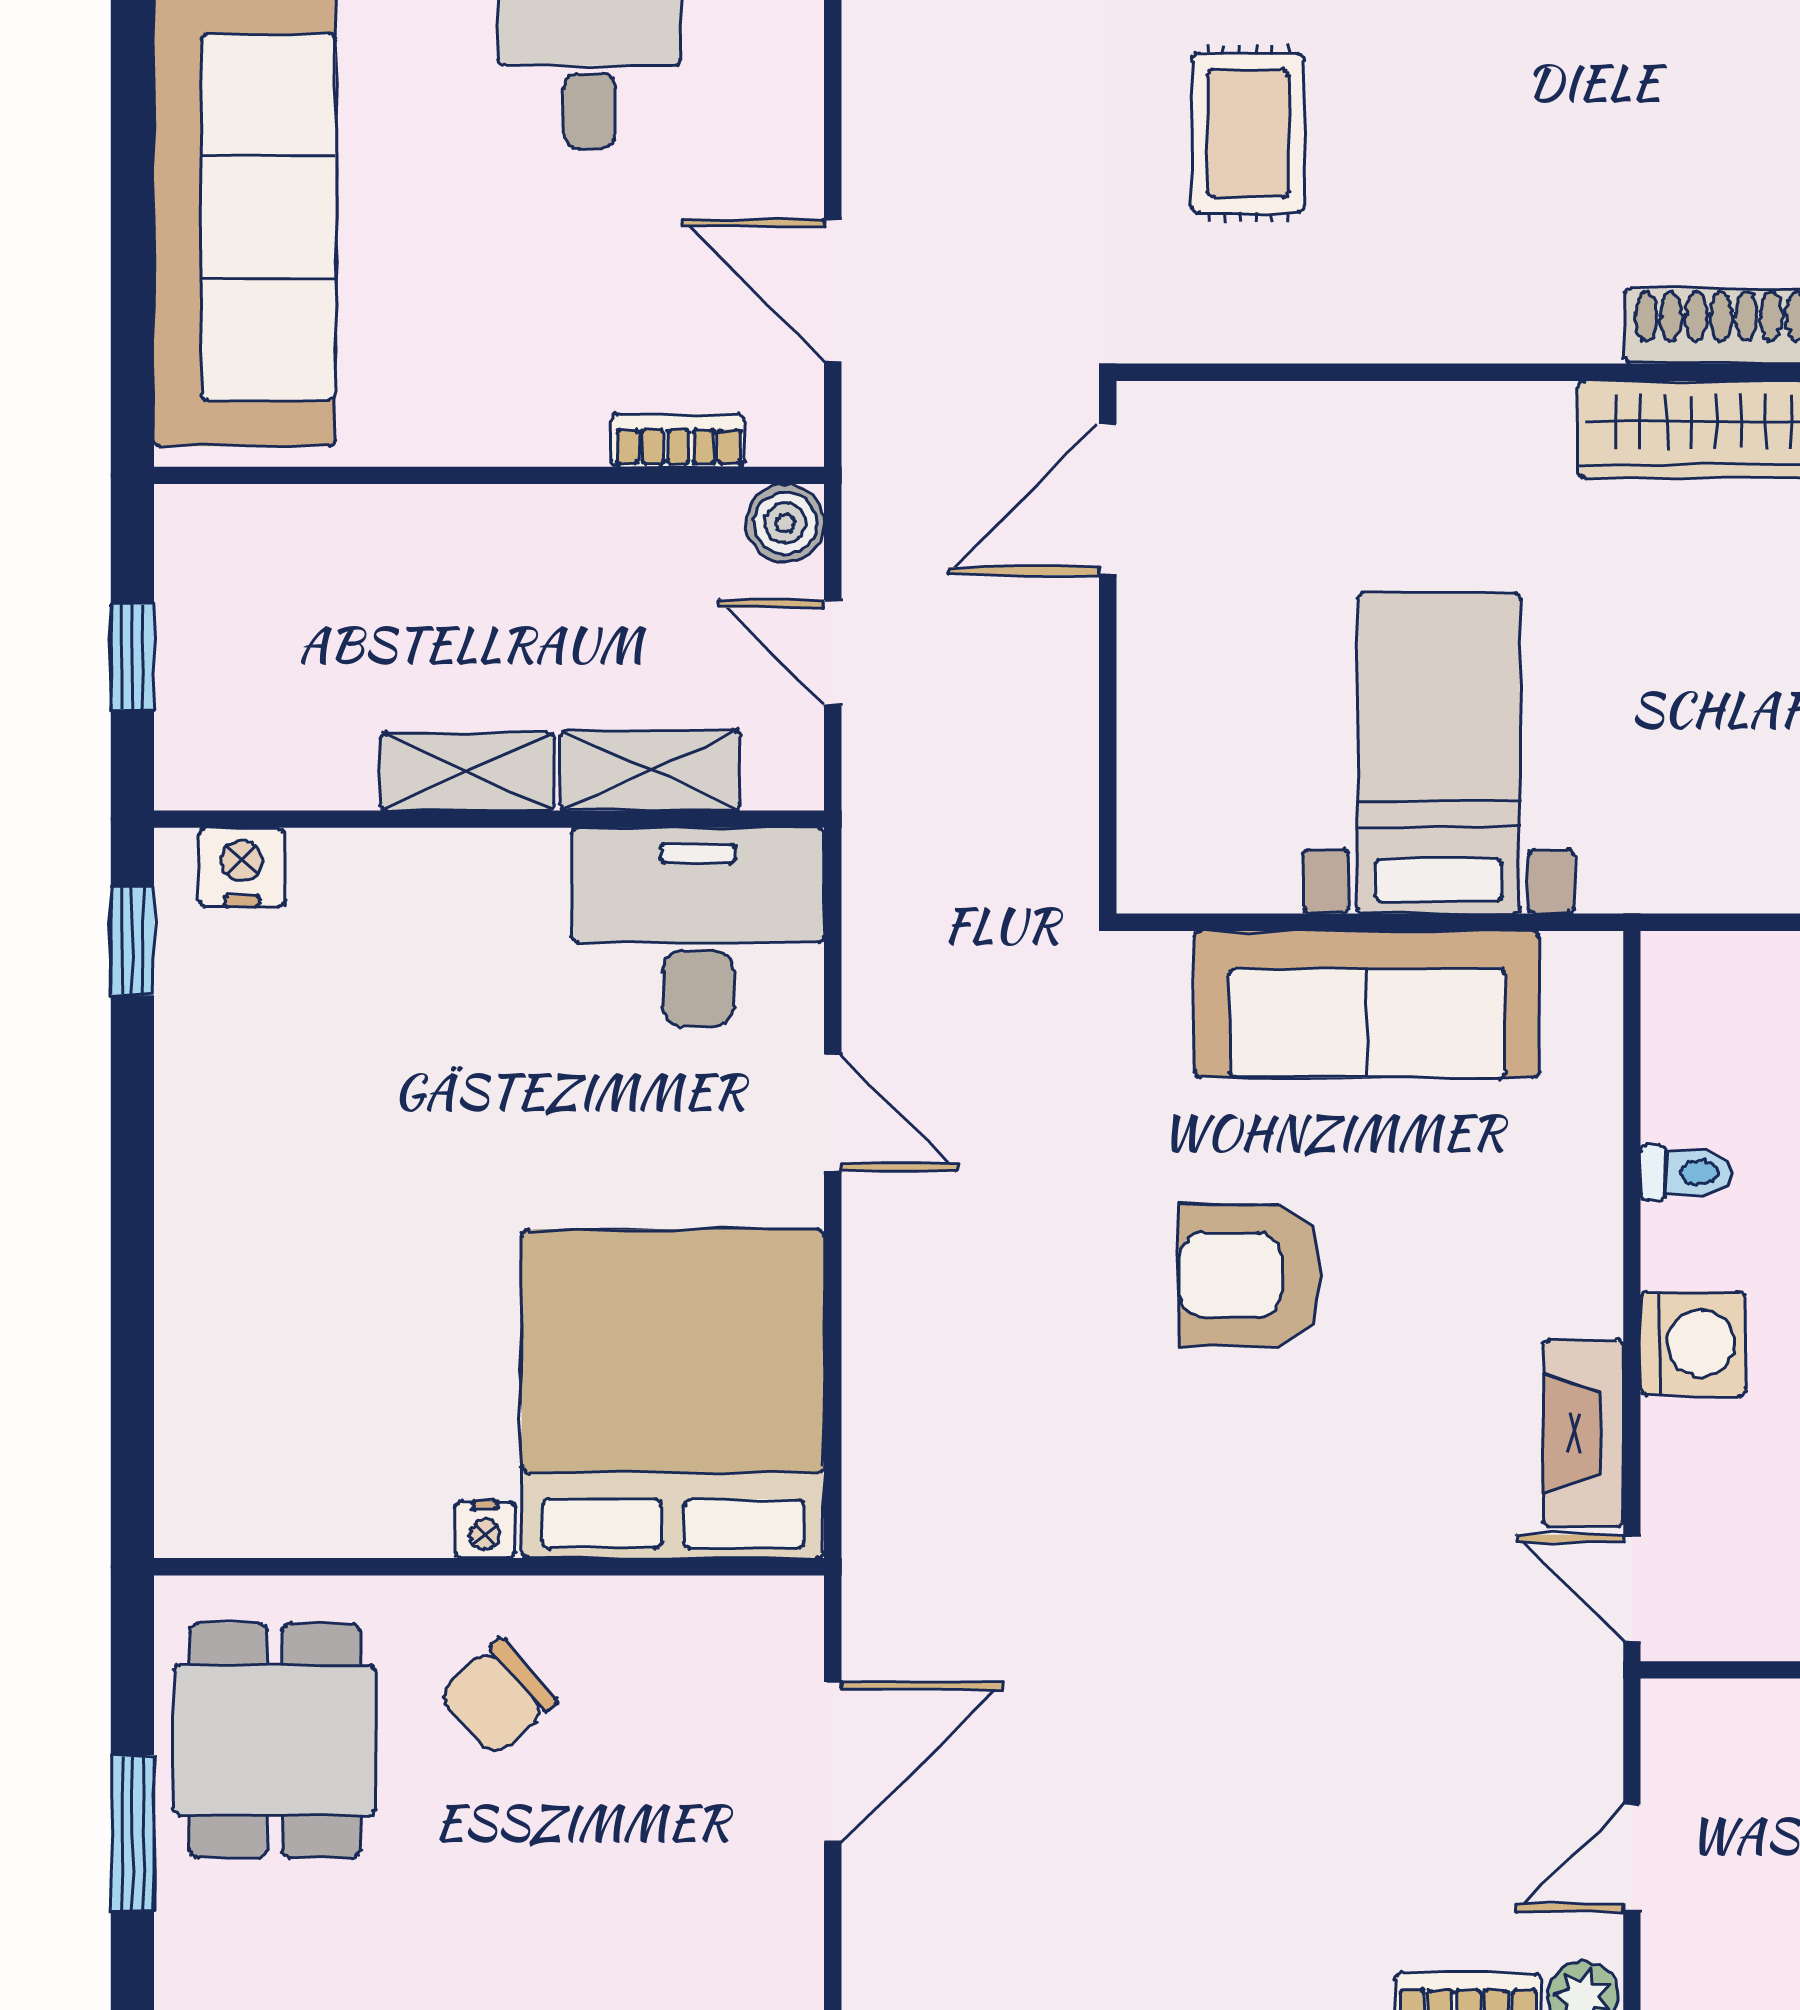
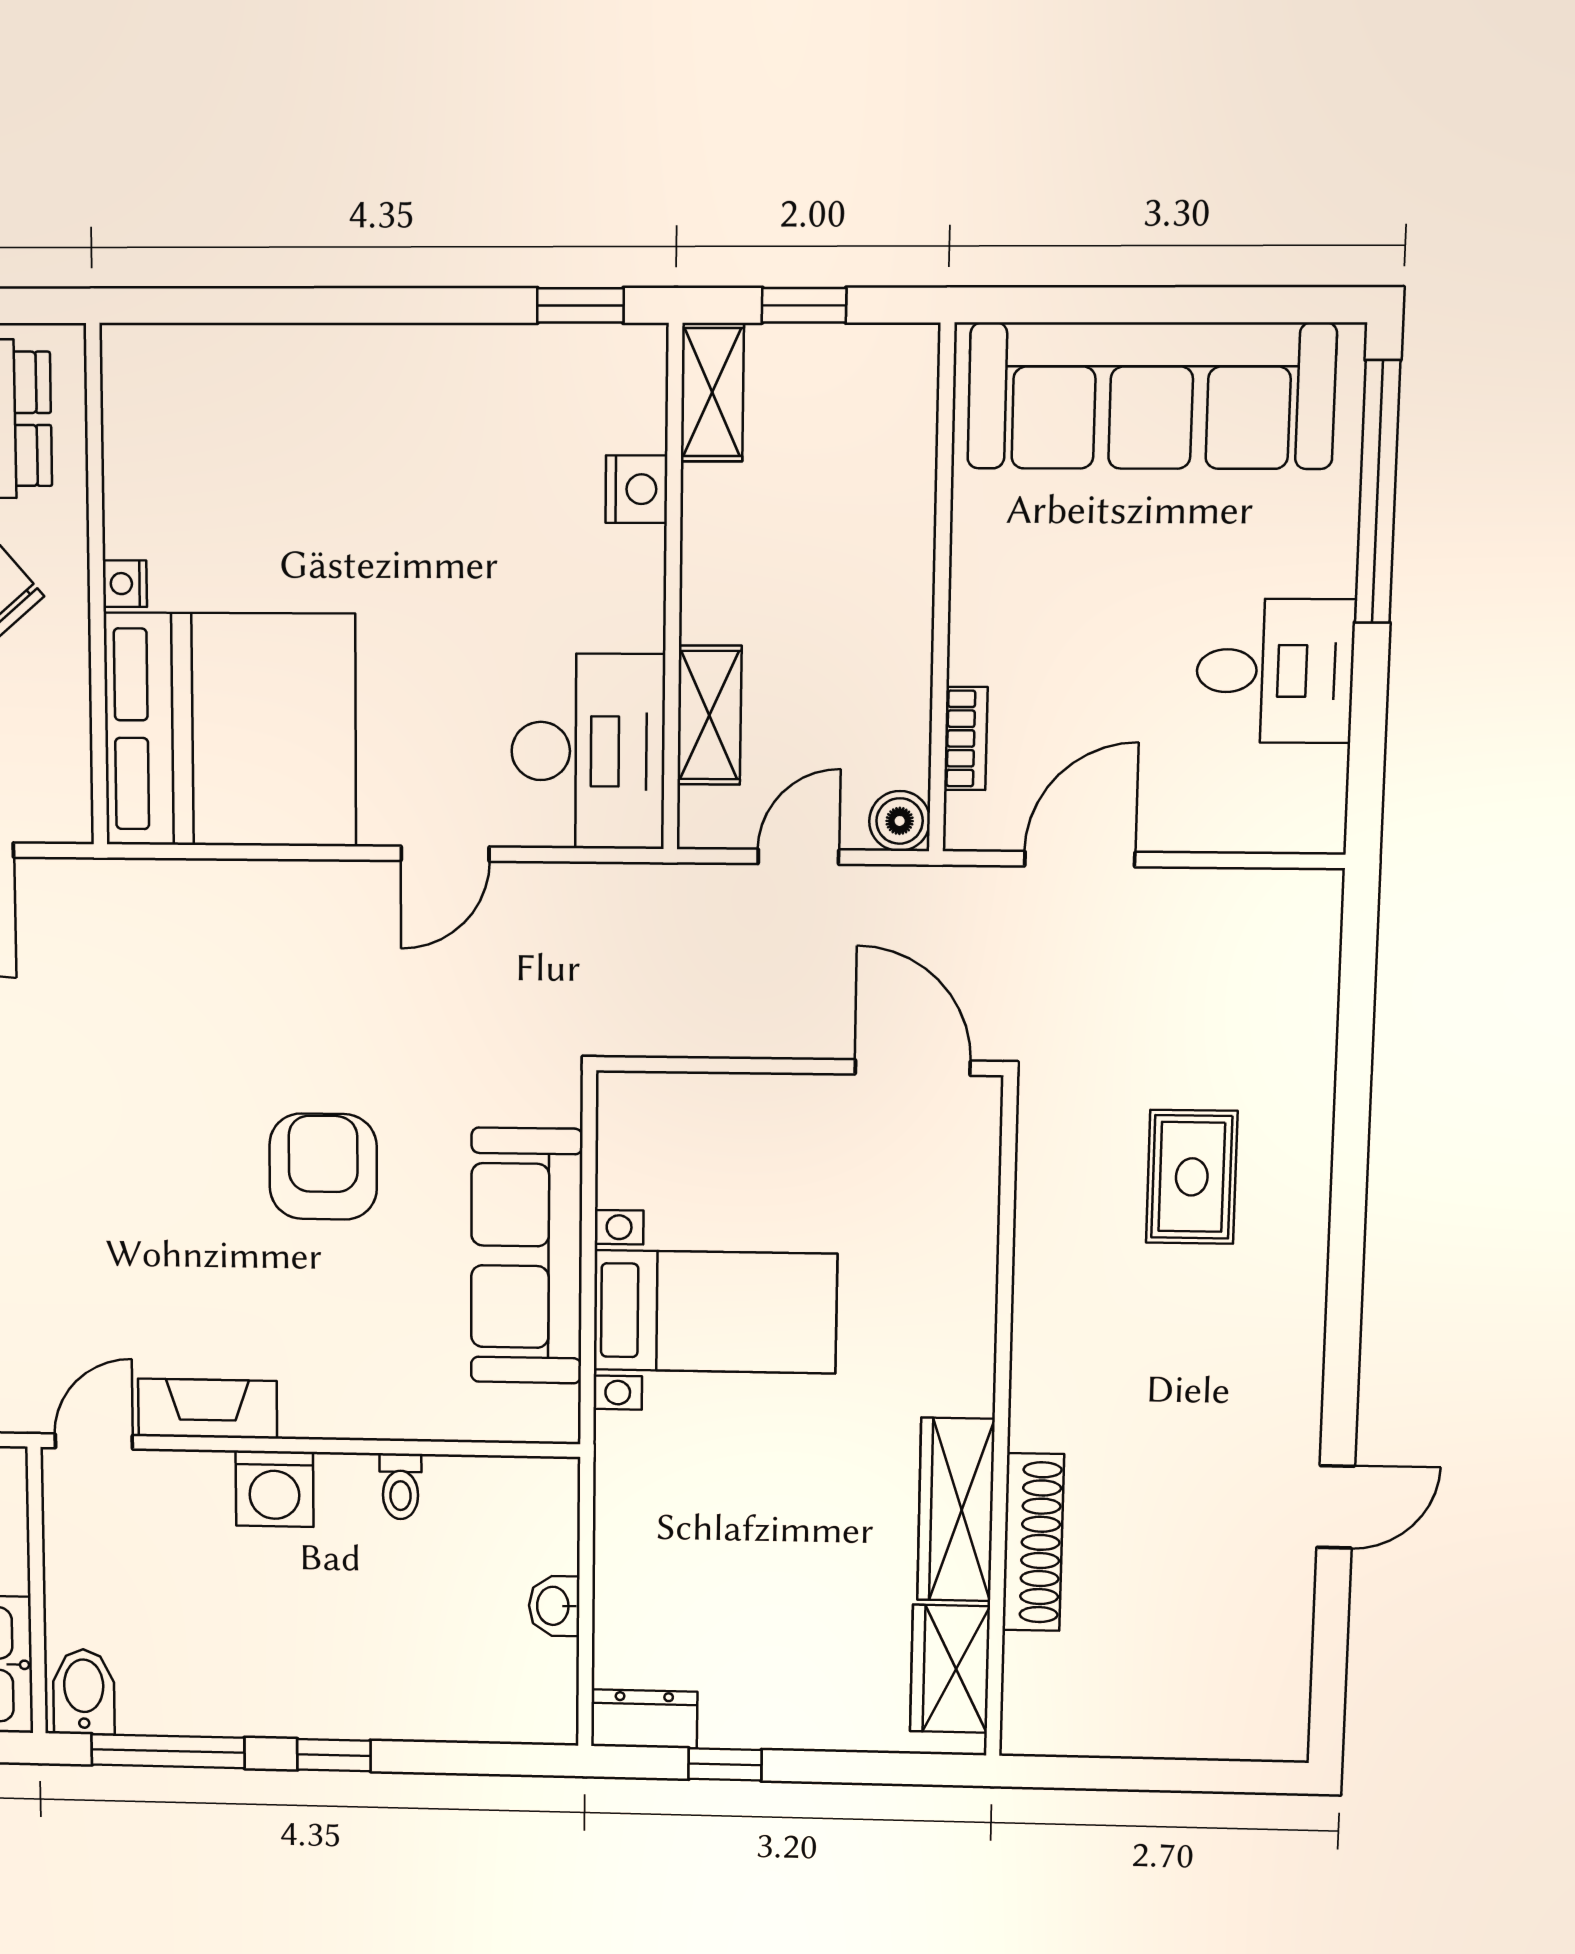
rug: (1248, 133) -> (1192, 1177), turned 90
shelving: (467, 771) -> (712, 392), moved
nightstand: (242, 867) -> (636, 489), moved

